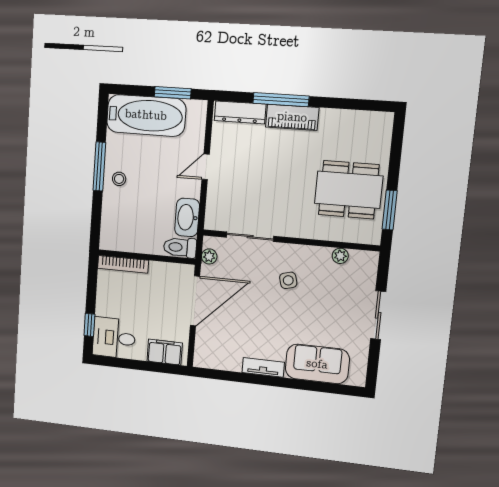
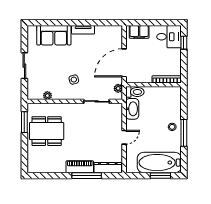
window: (173, 93) -> (160, 176), moved

